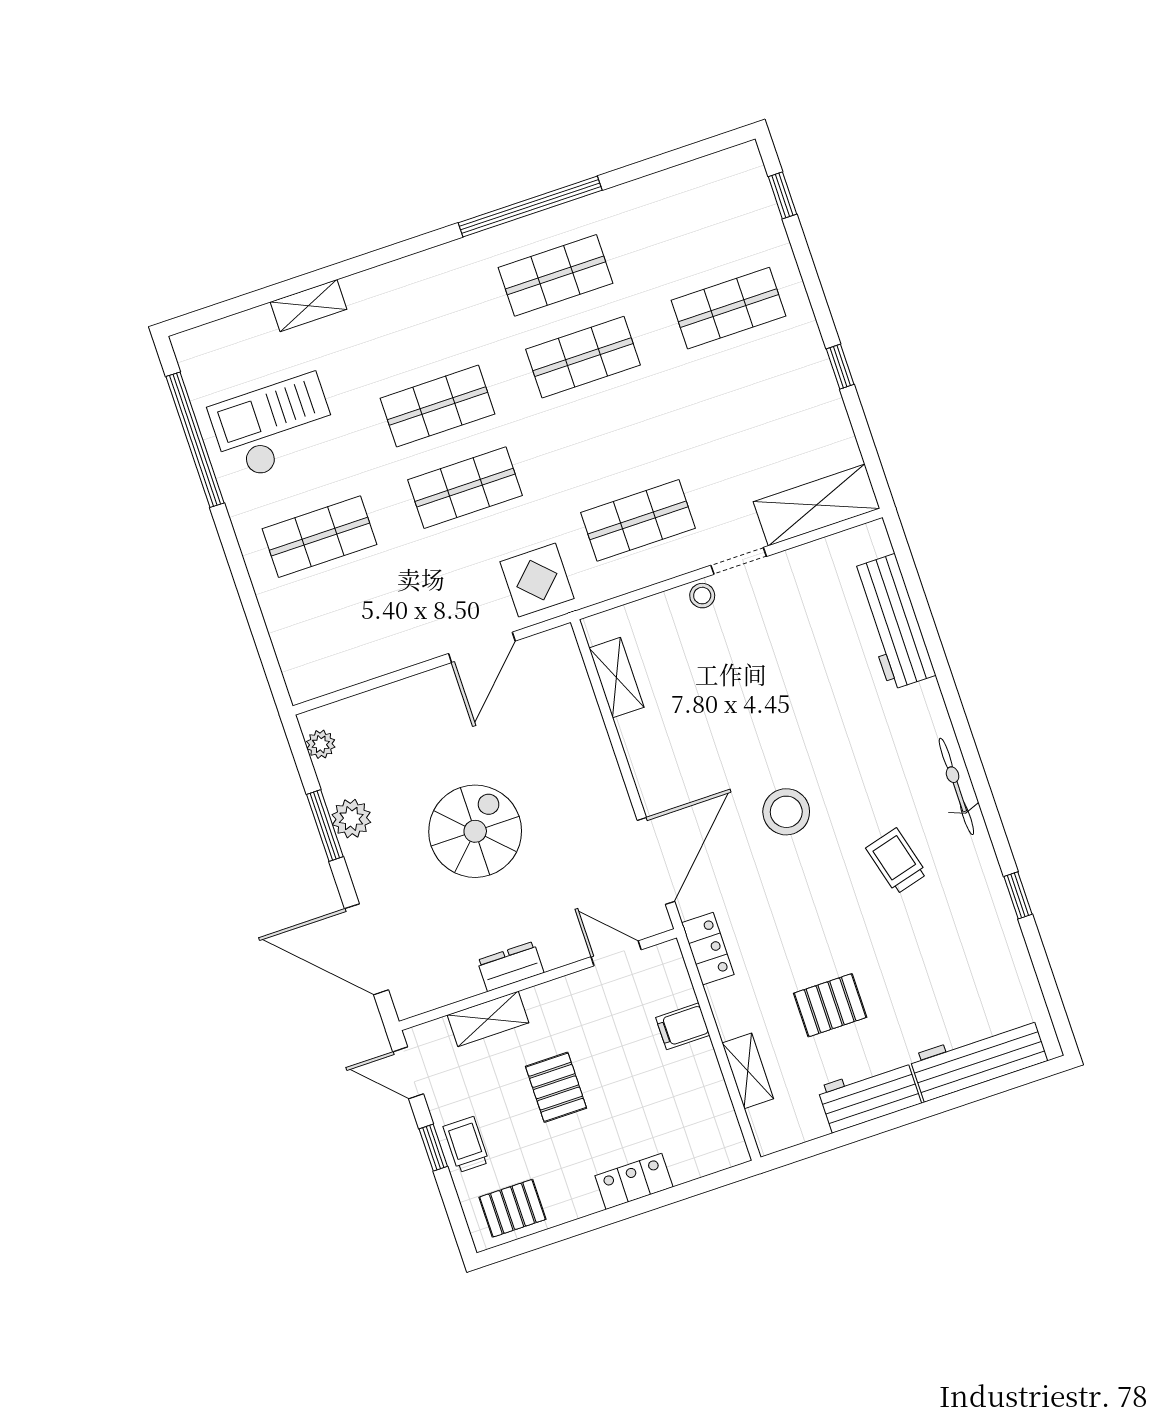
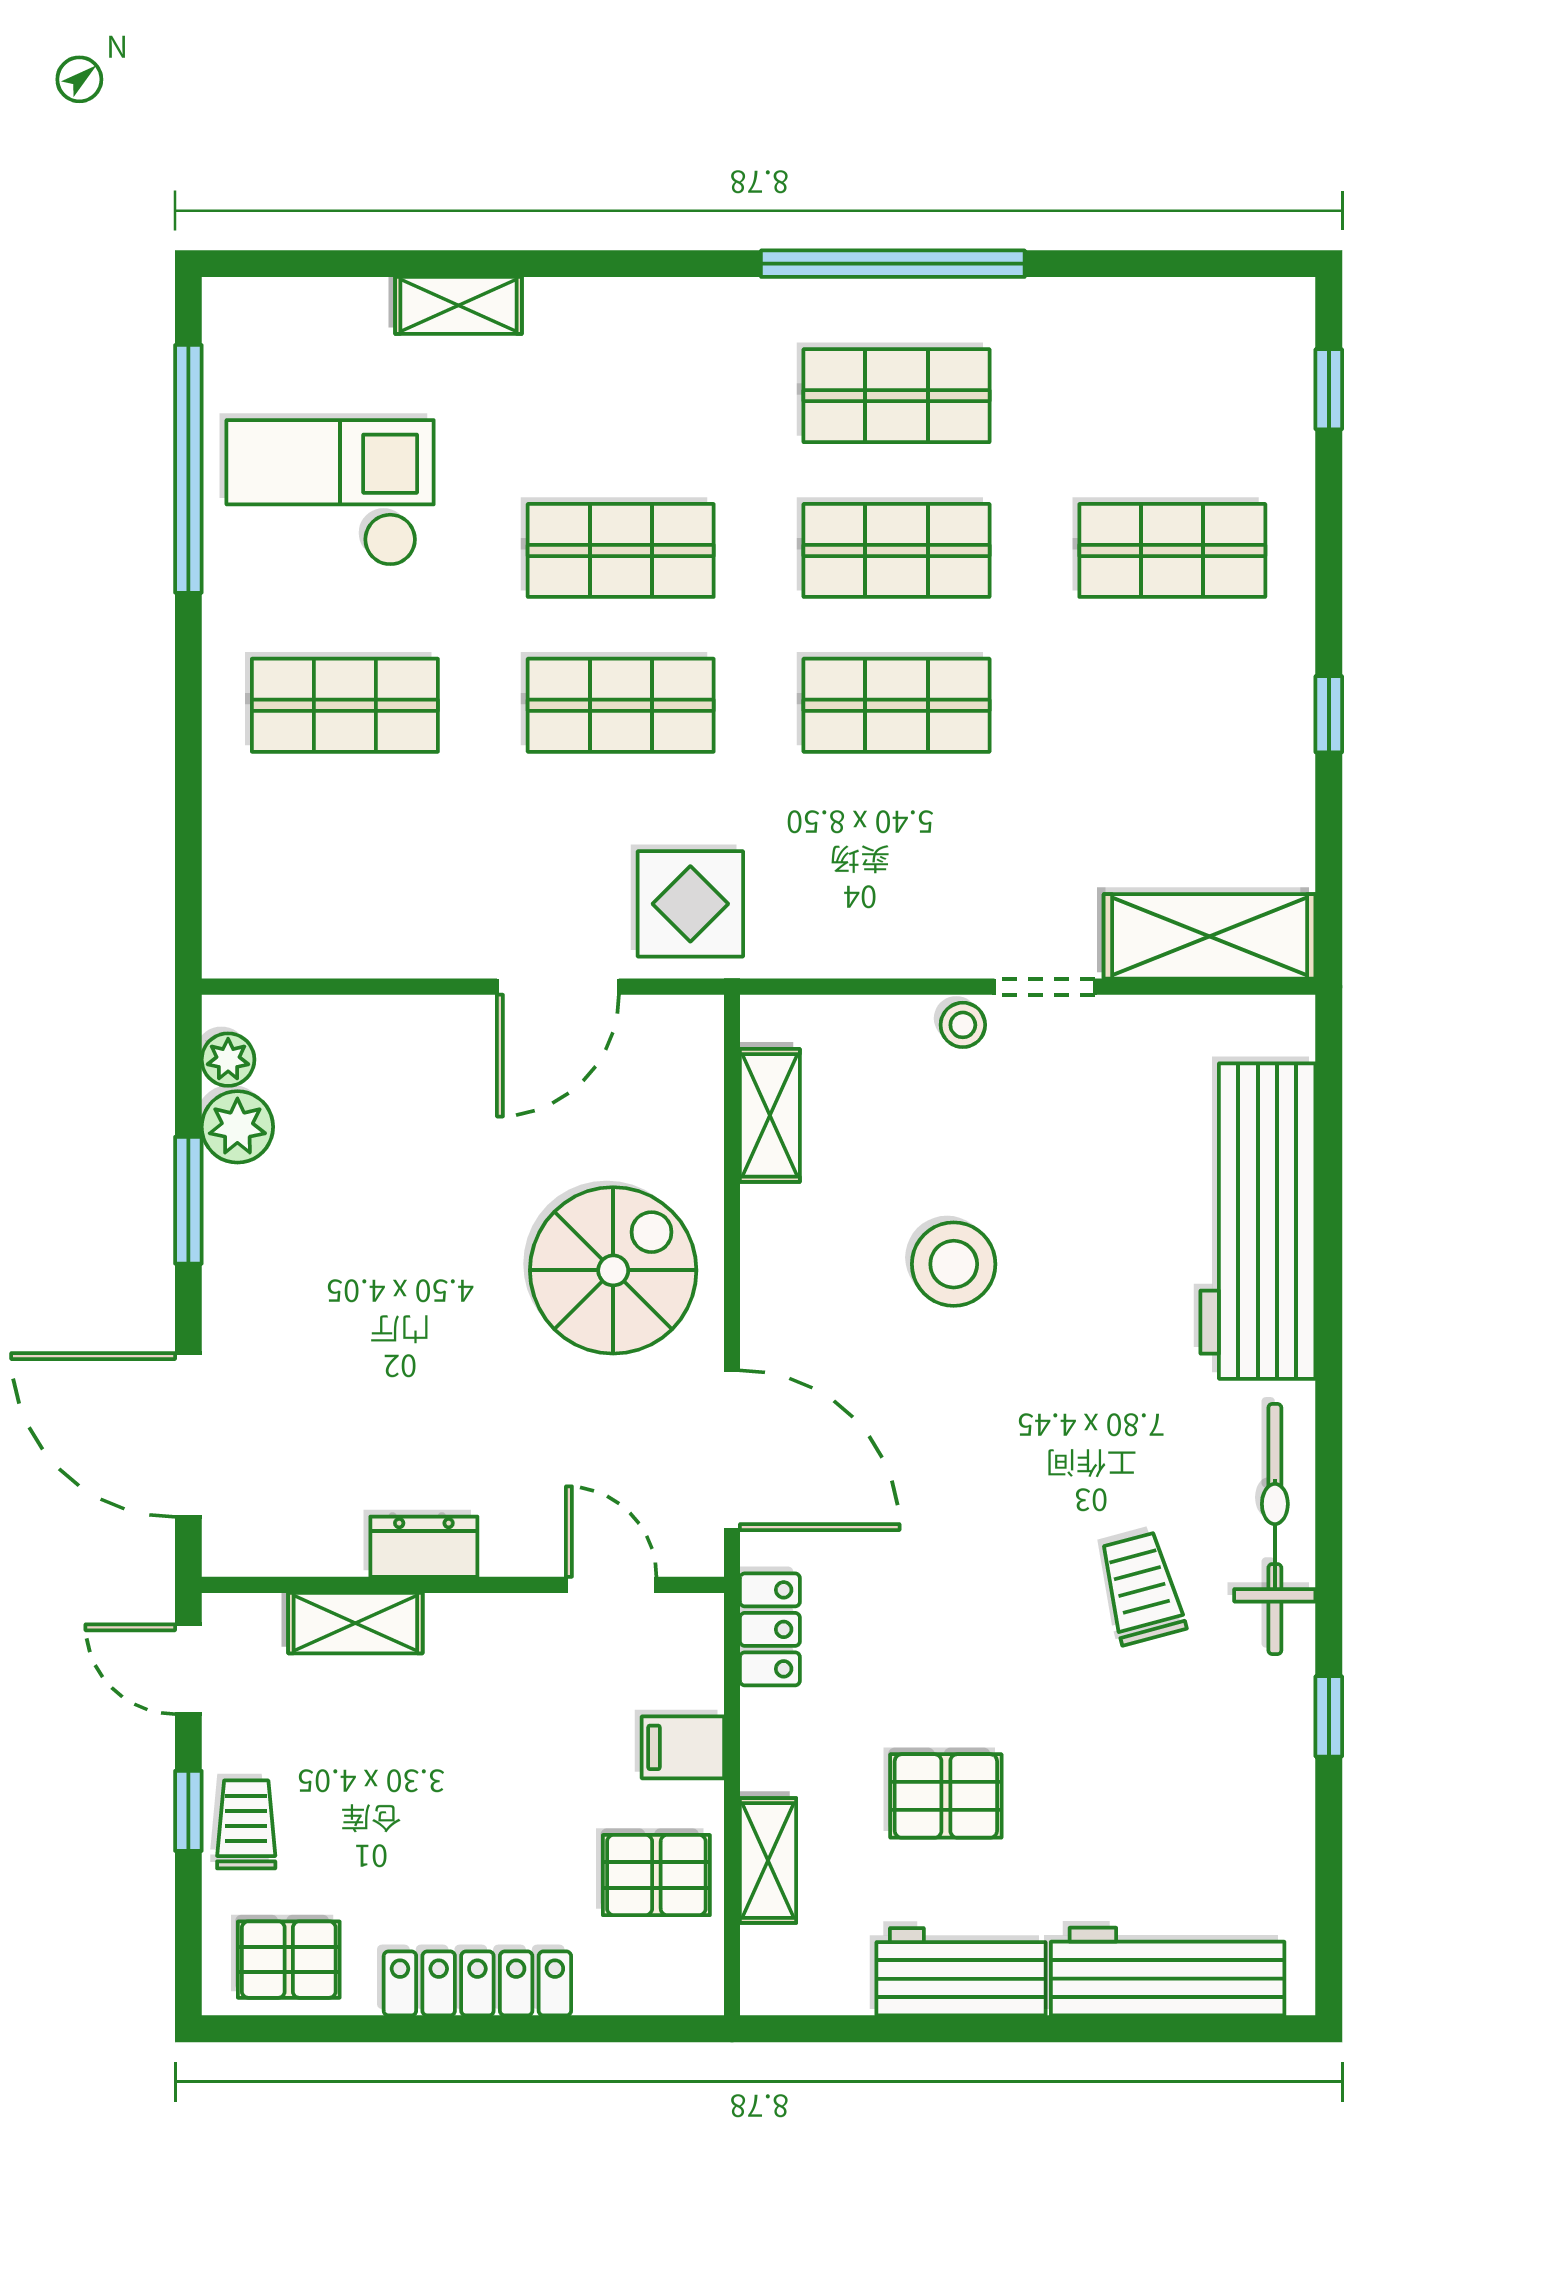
shop shelf: (638, 520) -> (896, 705), moved
workbench: (893, 622) -> (1258, 1221), width x1.36, depth x1.32
bicycle: (956, 786) -> (1275, 1529), width x1.37, depth x1.40
stool: (786, 812) -> (954, 1264), moved
plant: (351, 819) -> (237, 1127), moved
spiral stairs: (475, 831) -> (613, 1270), moved
door: (656, 861) -> (732, 1450), hinge flipped
pallet: (556, 1087) -> (656, 1875), moved, turned 90
locker: (634, 1181) -> (477, 1983), width x1.53

